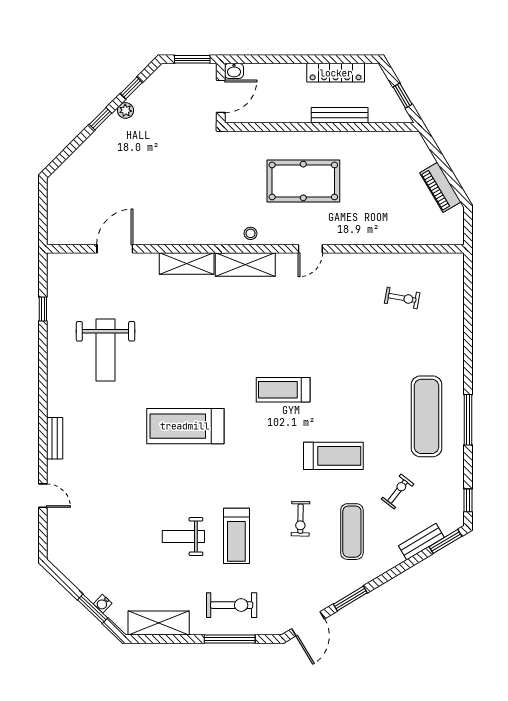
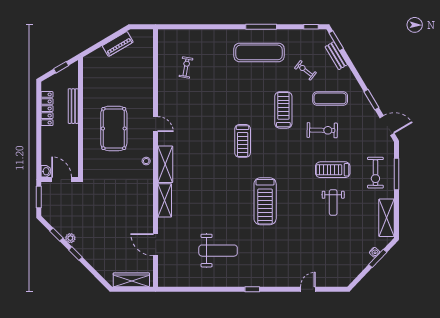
wardrobe: (58, 209) -> (131, 280), added
window: (43, 309) -> (252, 289), moved
bench: (55, 438) -> (272, 282), removed
exercise bike: (300, 519) -> (322, 130), width x1.38, depth x1.39
treadmill: (236, 536) -> (333, 170), turned 180
exercise bike: (232, 605) -> (375, 173), turned 180

